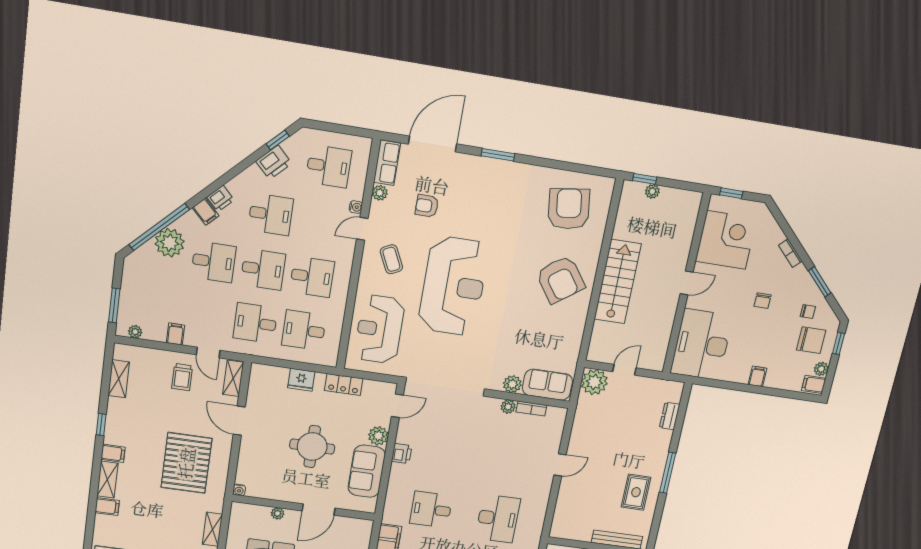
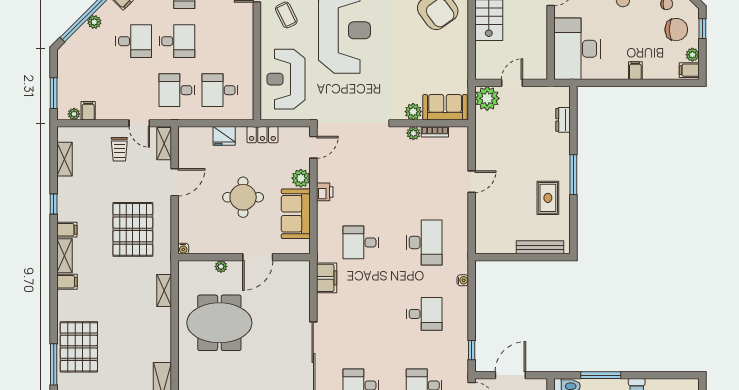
plant: (170, 243) -> (94, 22), width x0.53, depth x0.53
desk: (312, 277) -> (220, 41), removed
filing cabinet: (175, 334) -> (88, 111), moved
door: (239, 421) -> (175, 182), swing flipped

